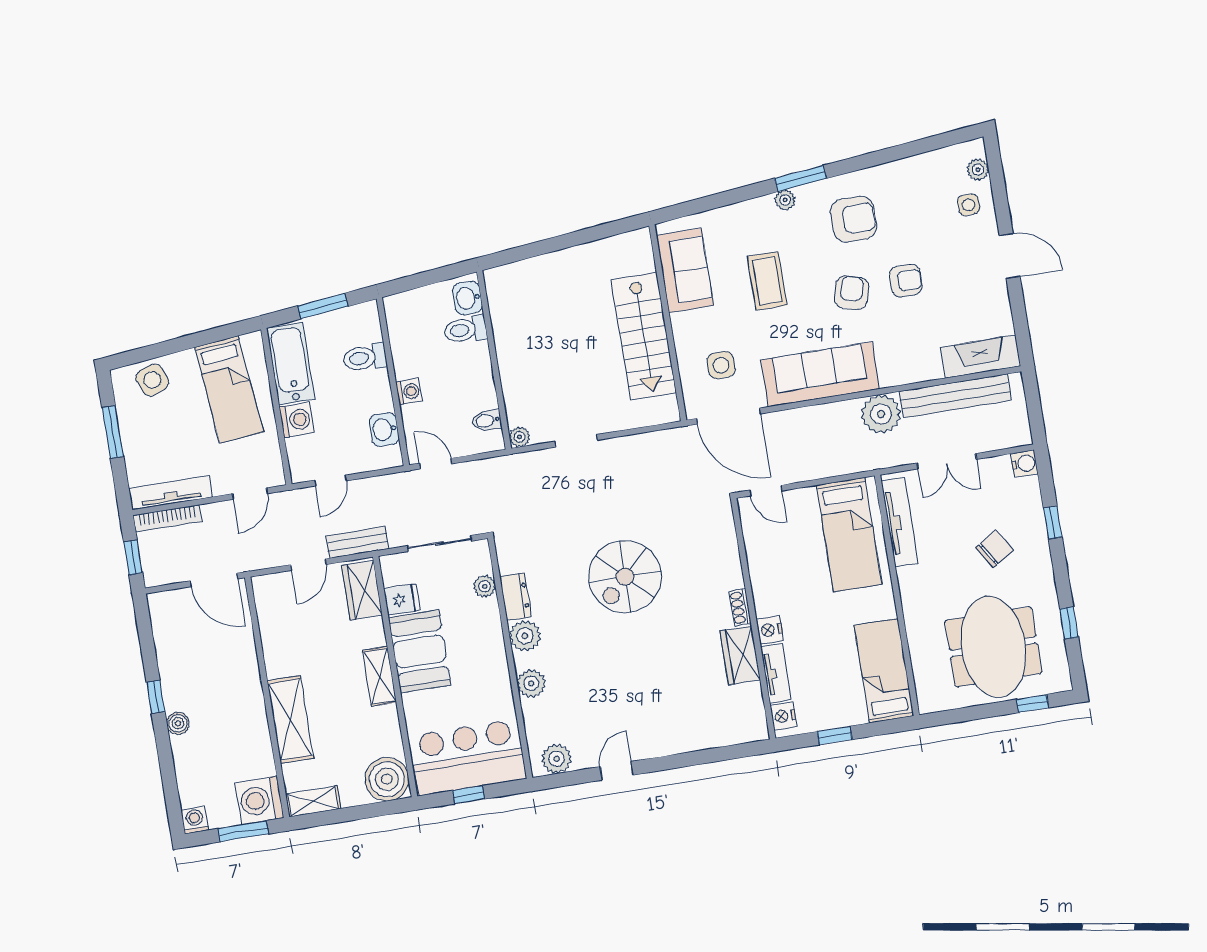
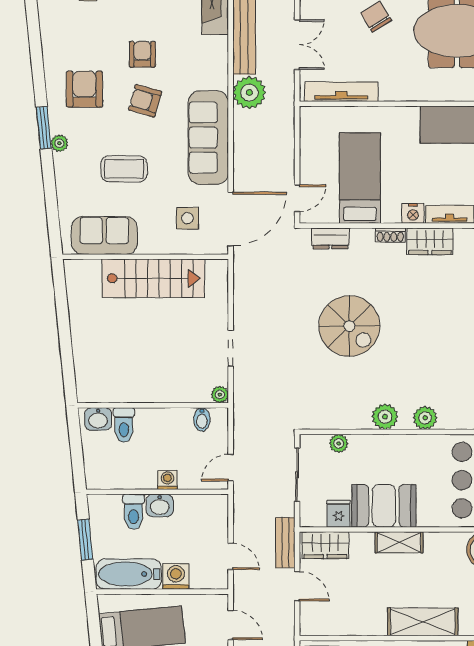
washbasin: (384, 429) -> (160, 505), moved
bed: (849, 535) -> (360, 178), moved, turned -90
dresser: (516, 597) -> (330, 238), moved, turned 180

